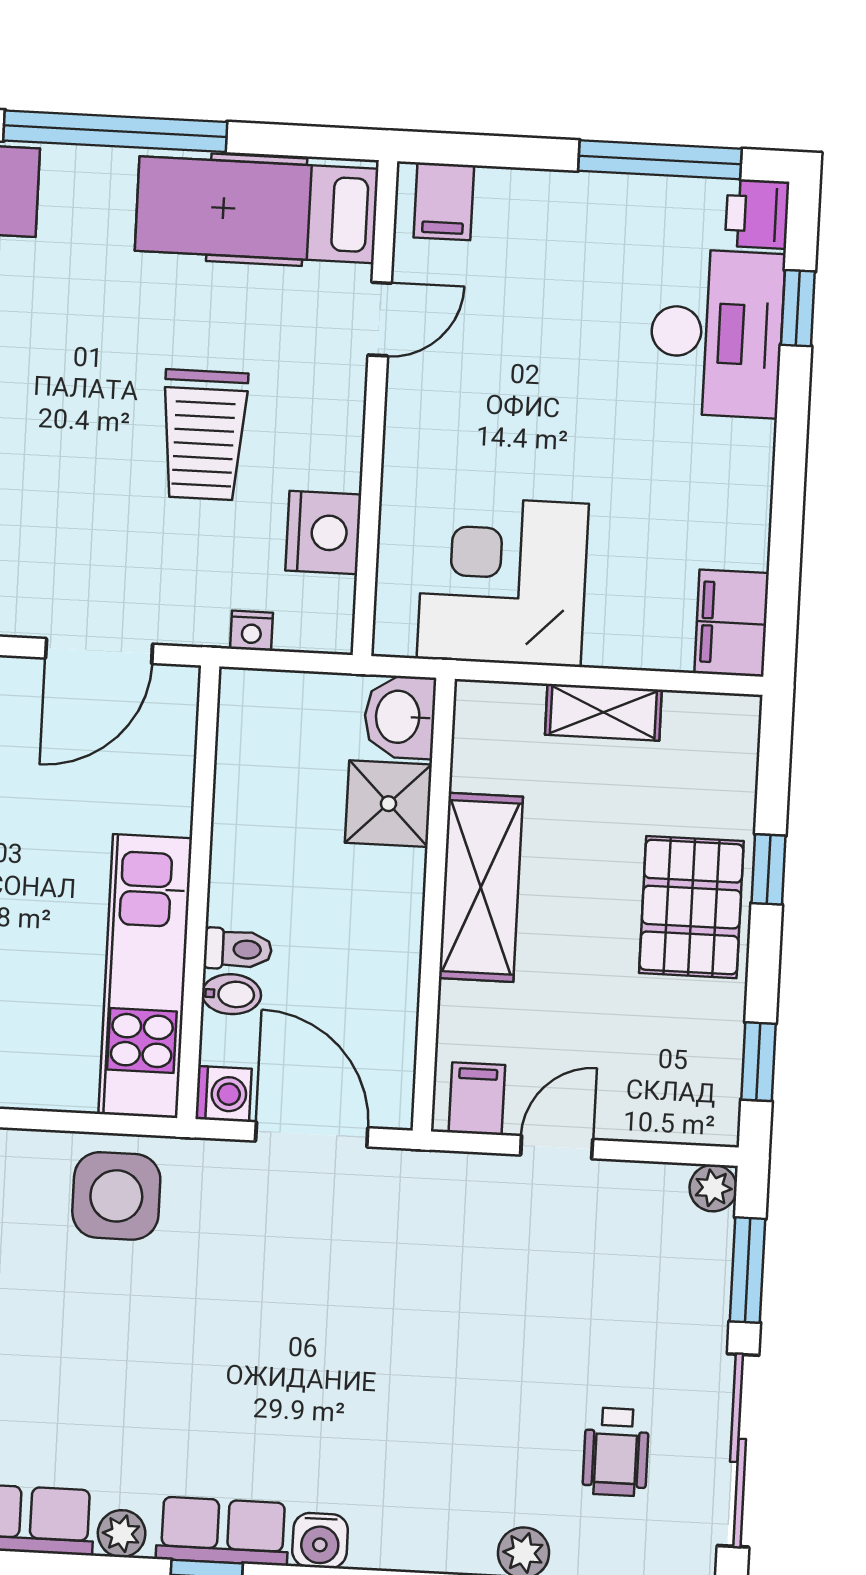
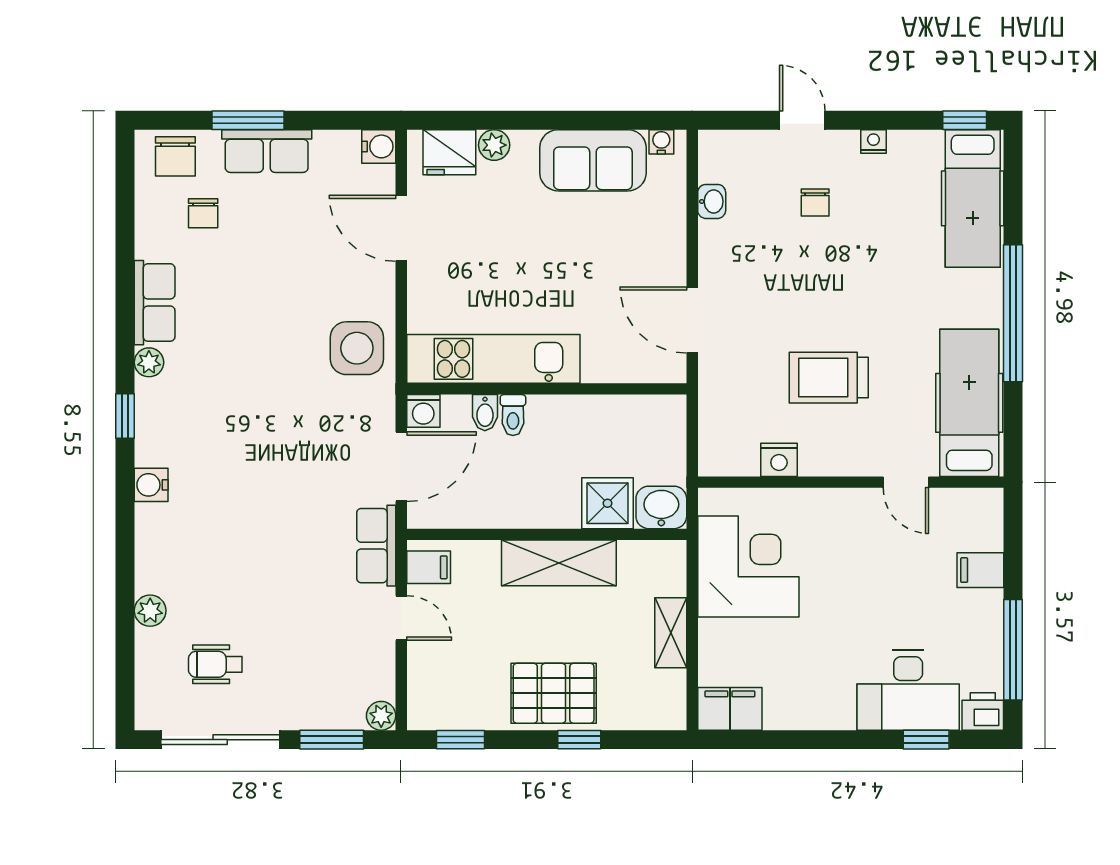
filing cabinet: (444, 201) -> (980, 570), moved
nightstand: (323, 533) -> (779, 460), width x0.74, depth x0.75
nightstand: (251, 631) -> (710, 413), removed
row of seats: (223, 1531) -> (376, 546), moved, turned 180

